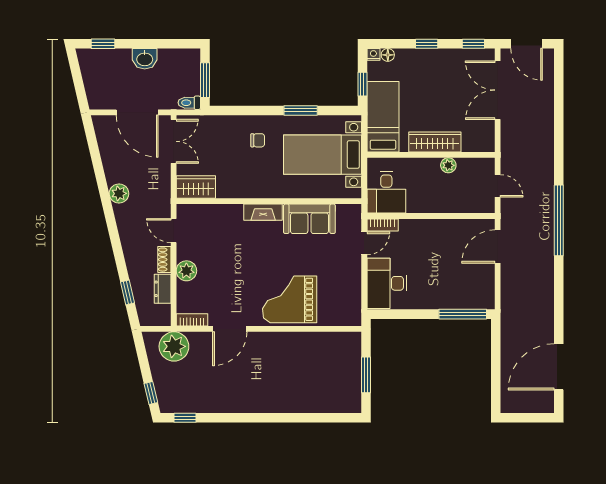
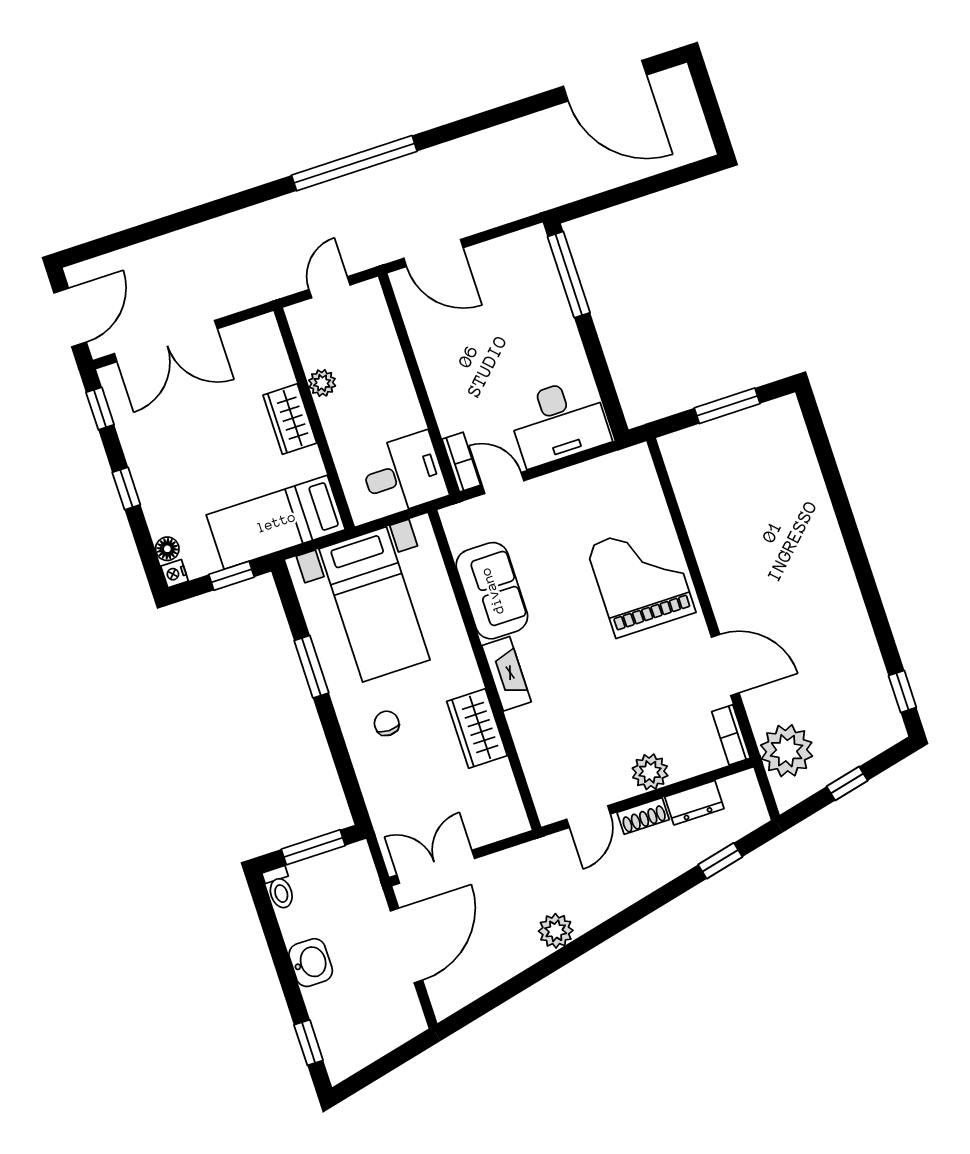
toilet: (189, 103) -> (280, 888), moved
wardrobe: (435, 142) -> (290, 419), width x0.67
wardrobe: (196, 187) -> (477, 728), moved
grand piano: (290, 299) -> (641, 579), turned 180
window: (151, 393) -> (847, 783), moved

